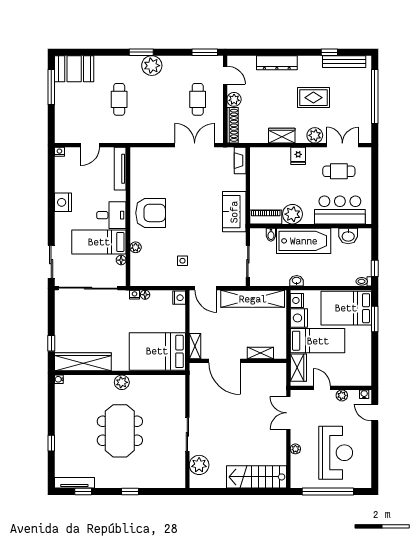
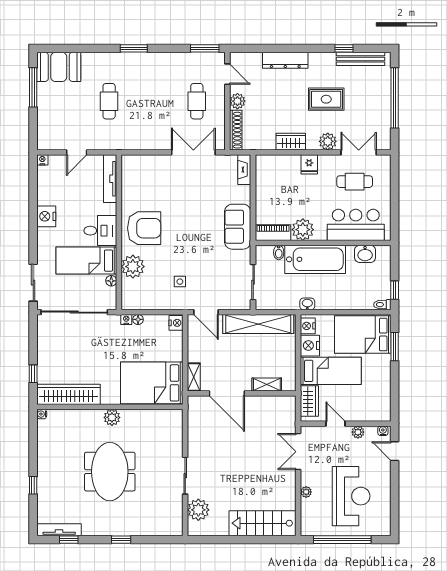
plant: (152, 66) -> (146, 63), removed
plant: (136, 247) -> (133, 267), width x1.88, depth x1.88

